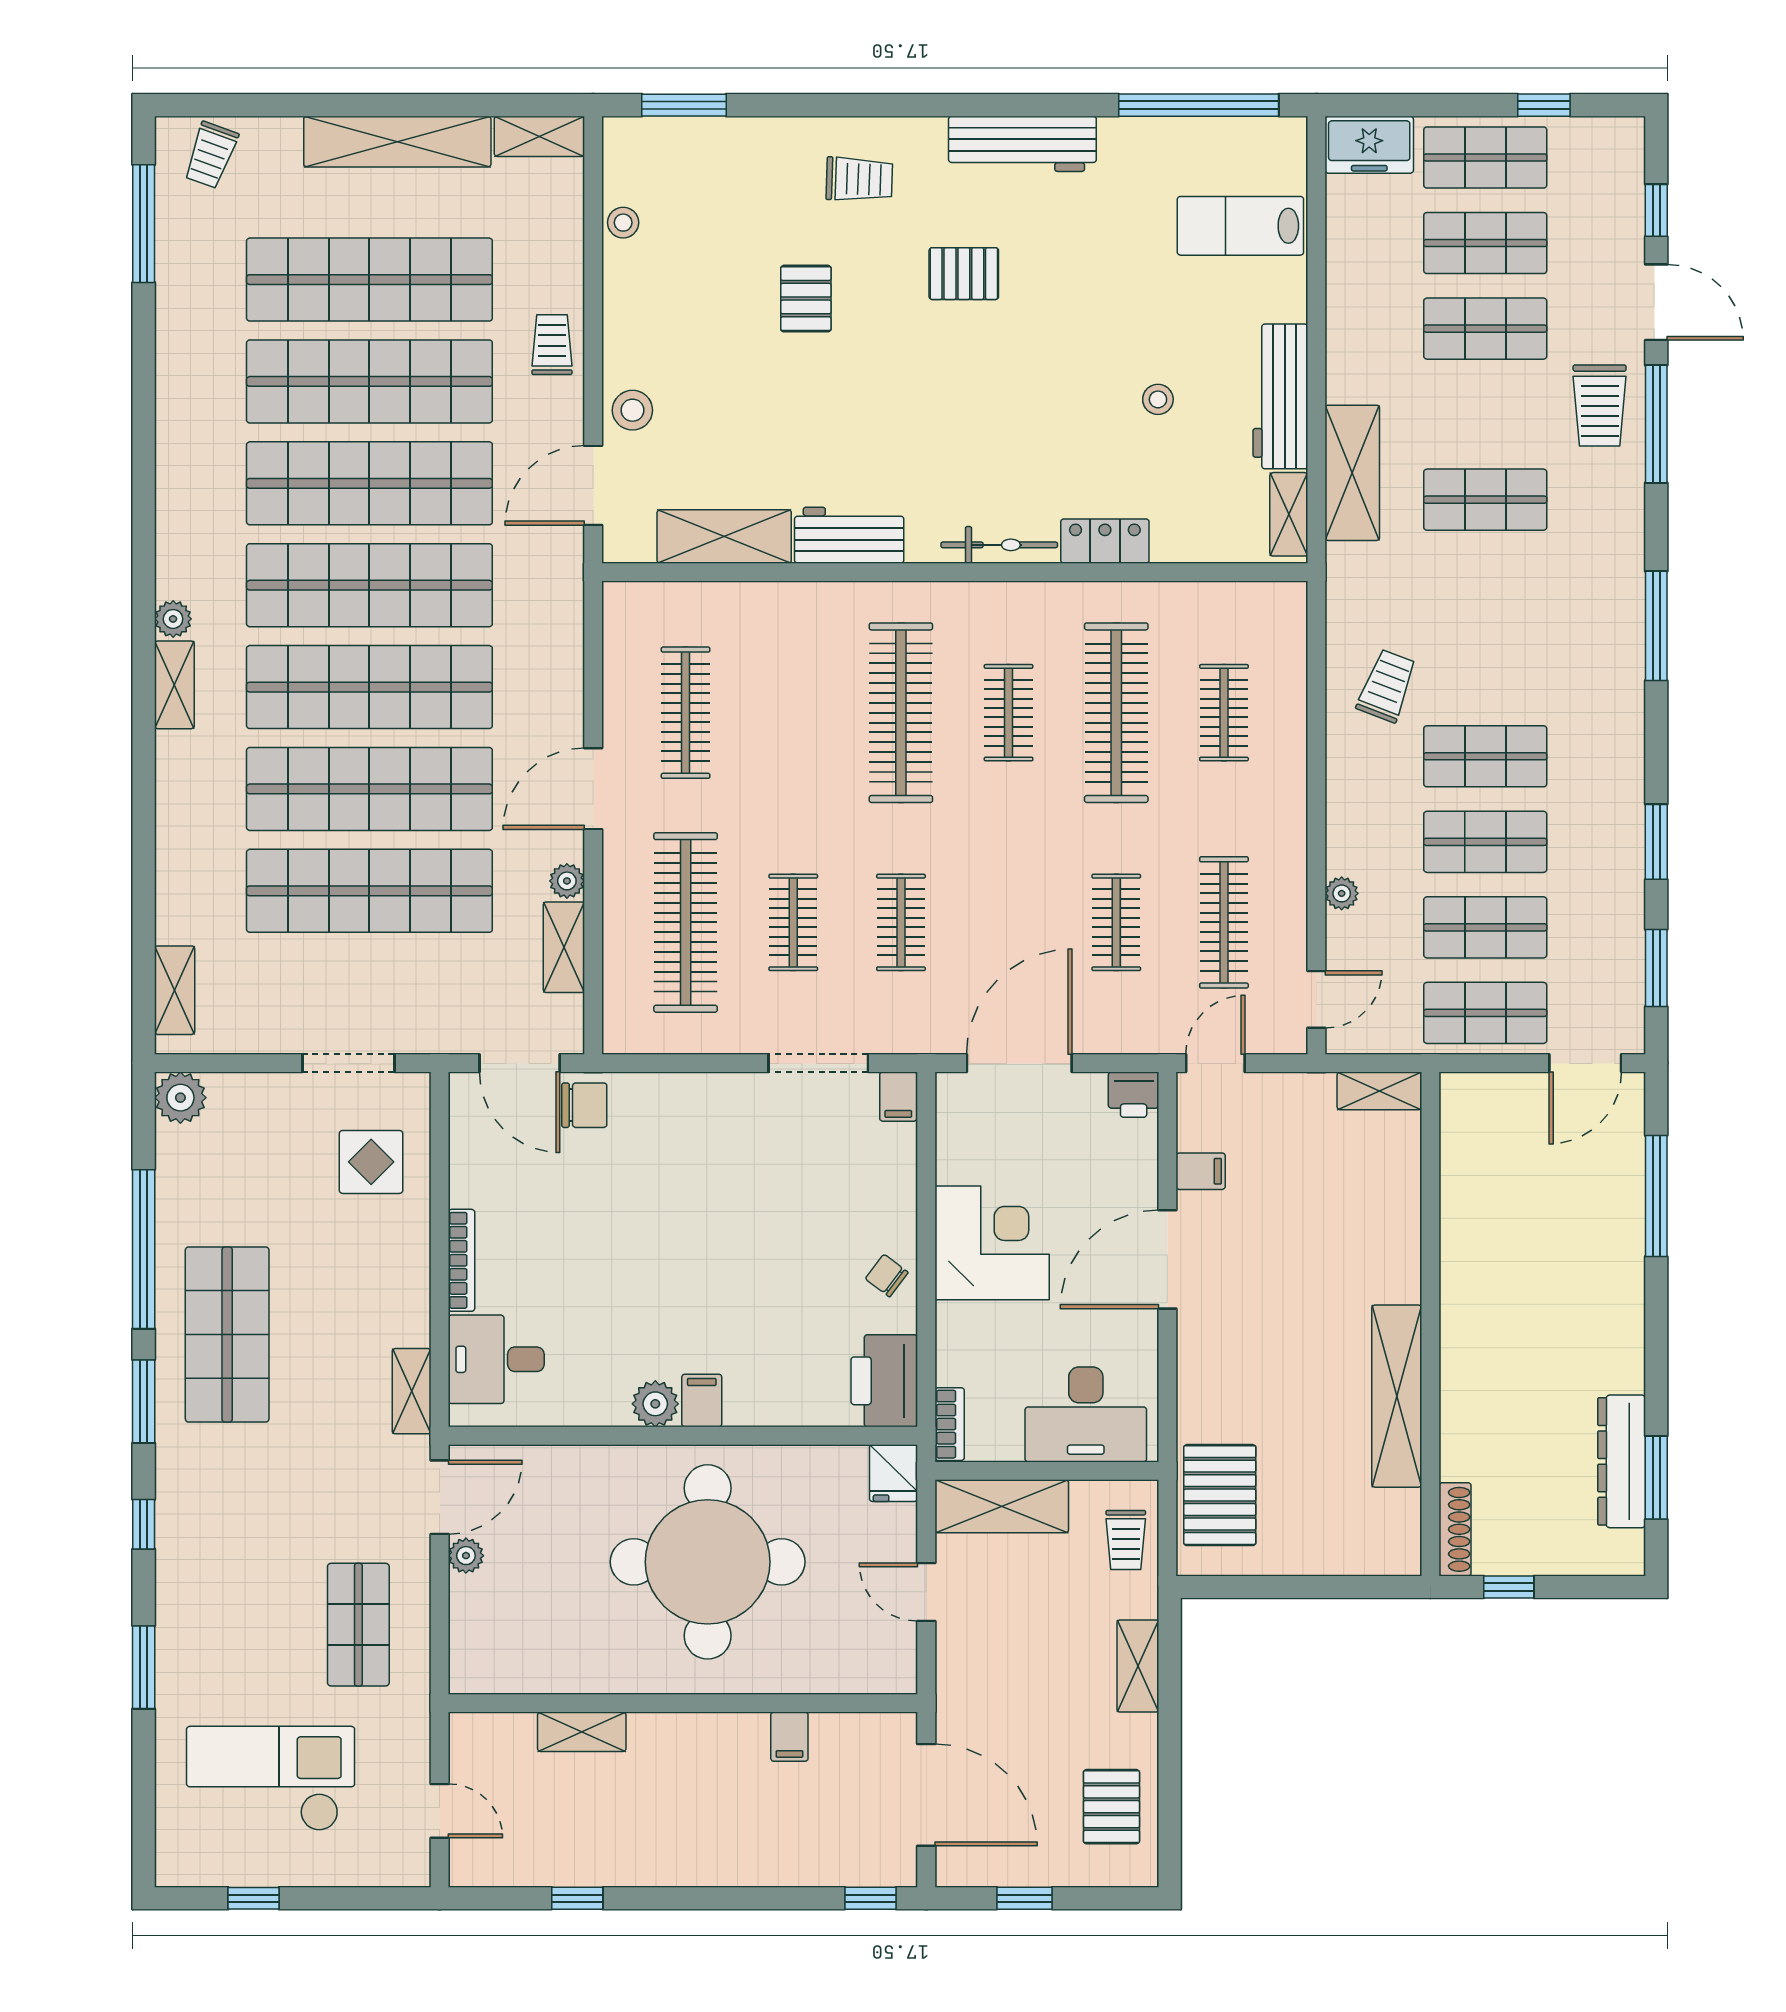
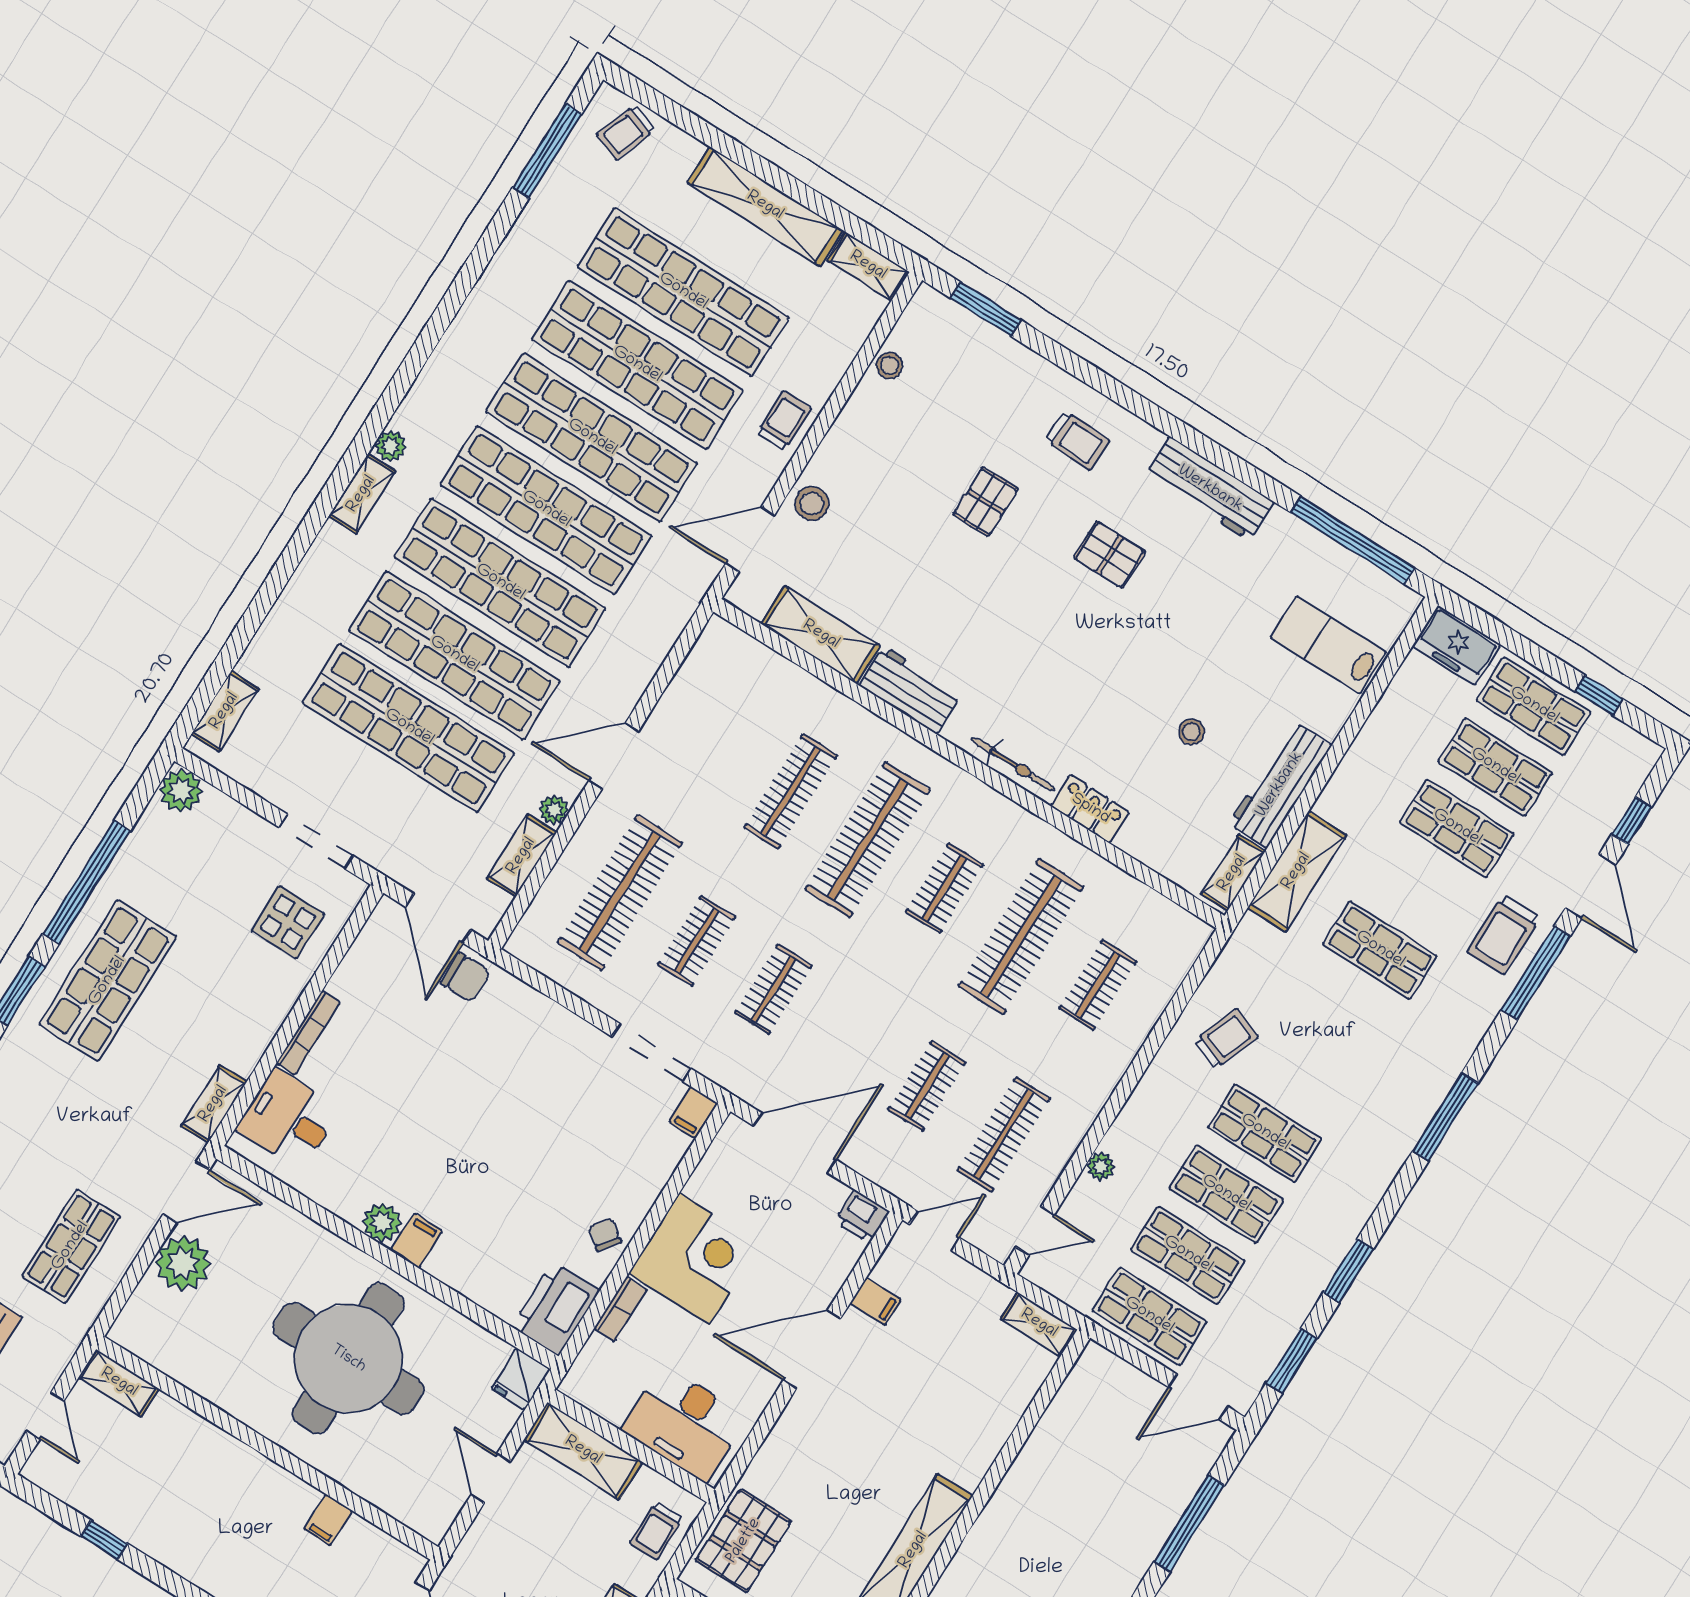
clothes rail: (686, 713) -> (791, 791), moved
bookcase: (950, 1424) -> (621, 1309), moved
plant: (466, 1556) -> (183, 1263), width x1.88, depth x1.88
shelving: (582, 1732) -> (119, 1383), moved

